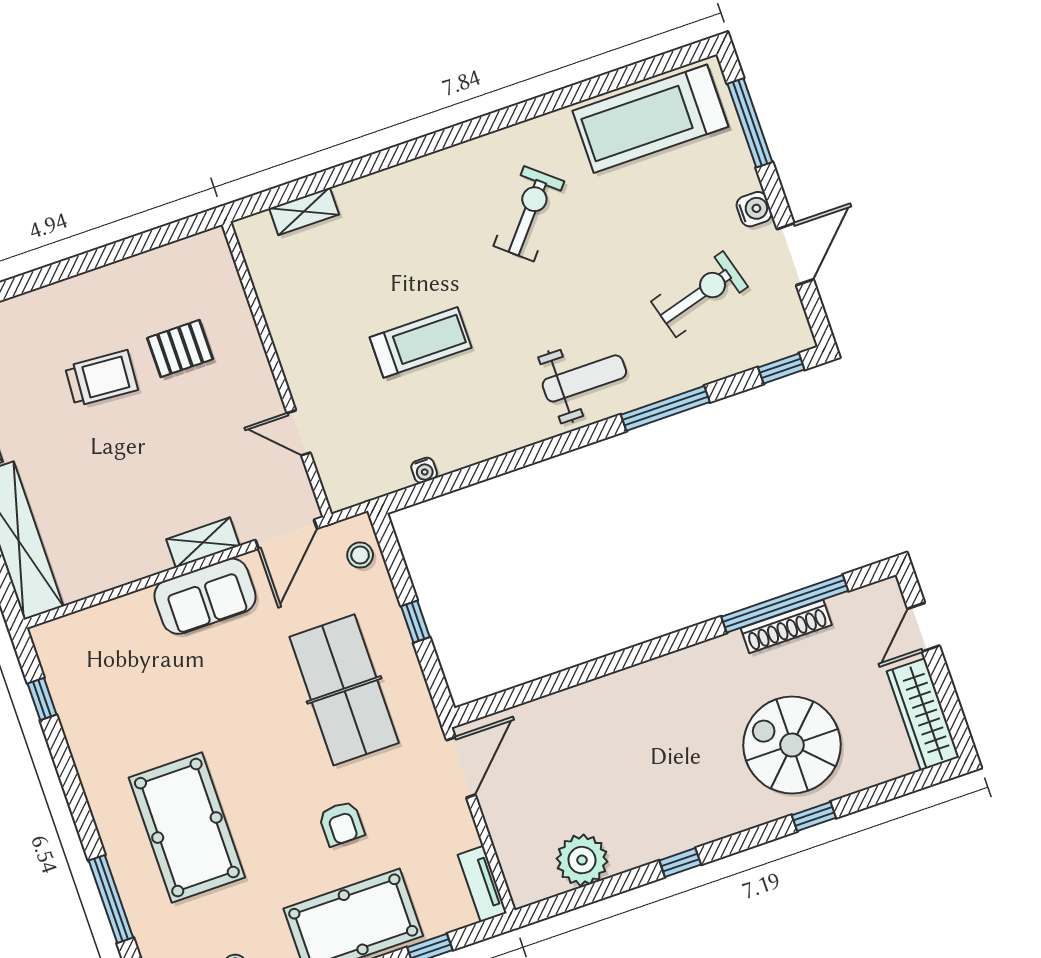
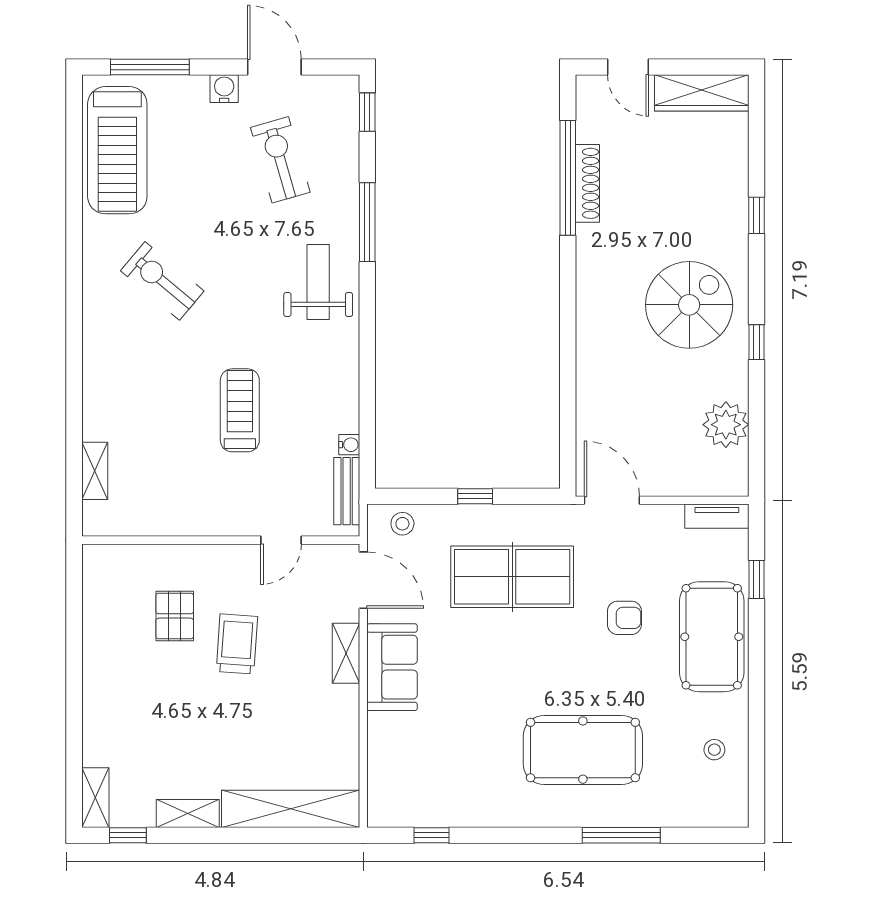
trolley: (102, 378) -> (237, 644), moved
bench: (374, 484) -> (347, 491), added
spiral stairs: (792, 745) -> (689, 305), moved, turned 180

